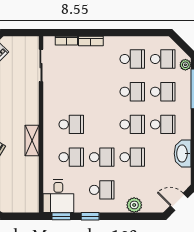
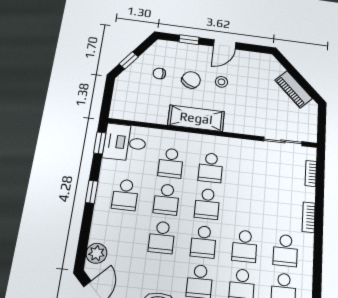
bookcase: (91, 41) -> (309, 217), moved
school desk: (102, 124) -> (207, 204), added
shelving: (32, 140) -> (196, 118), width x1.50, depth x1.33
plant: (134, 205) -> (97, 253), moved
window: (90, 216) -> (92, 192), moved

